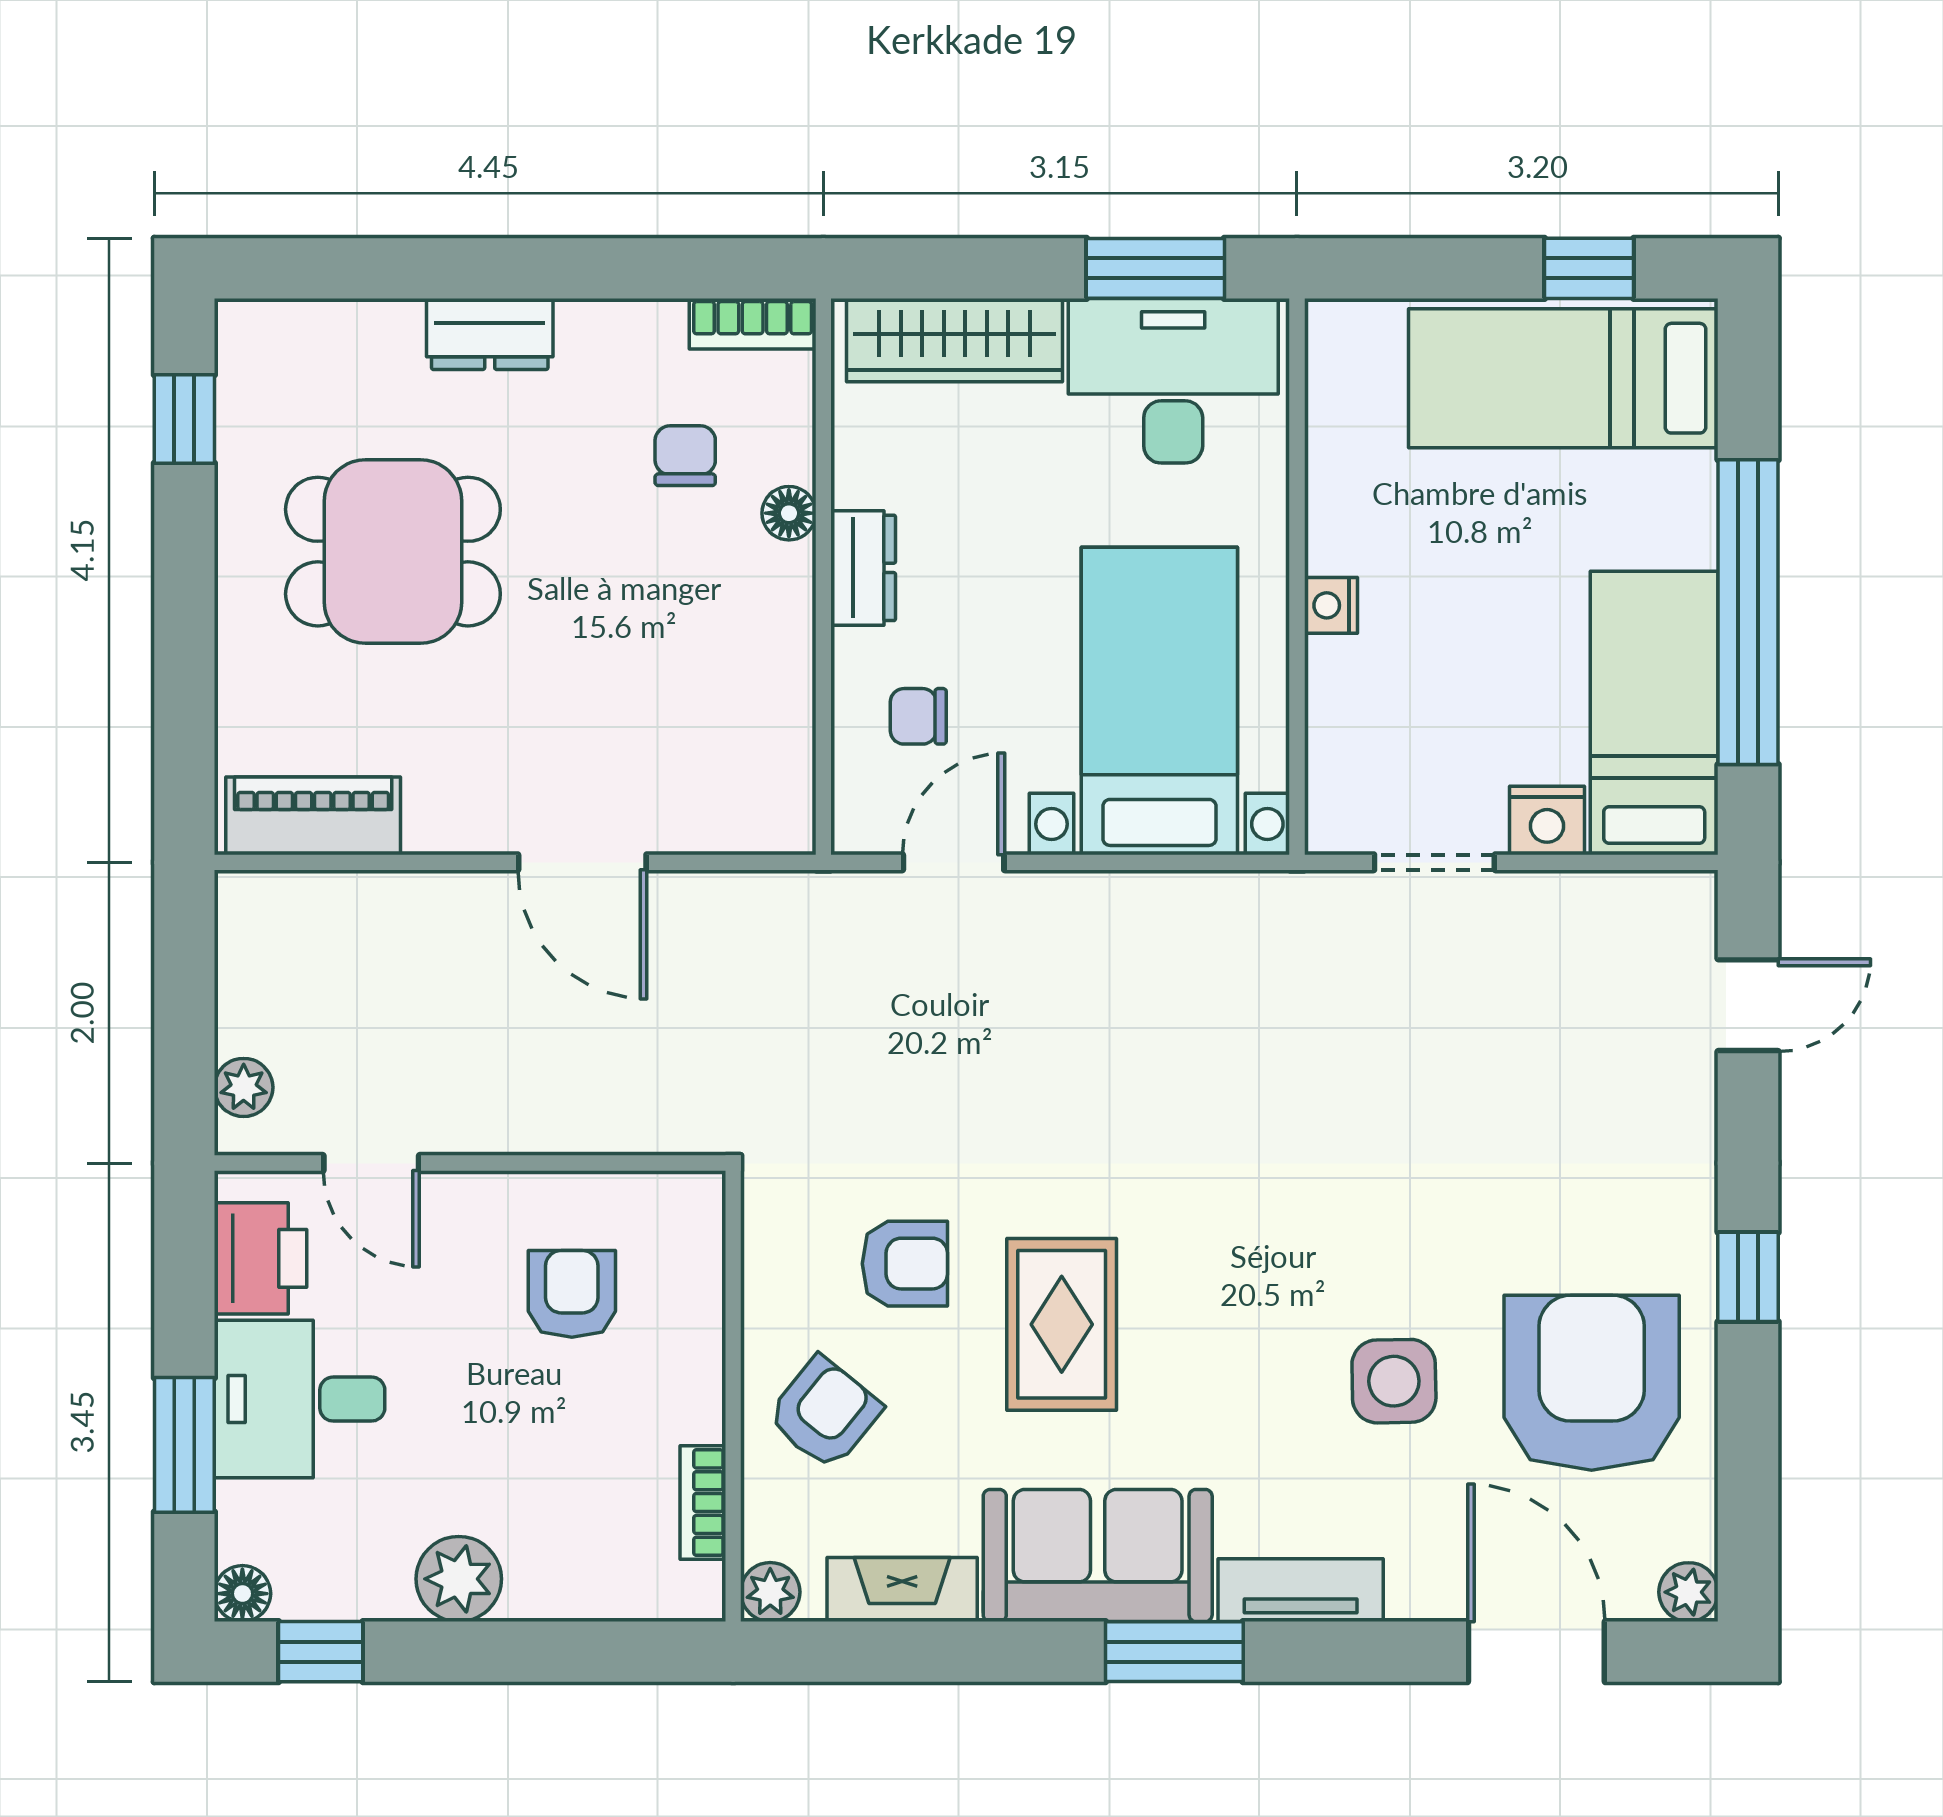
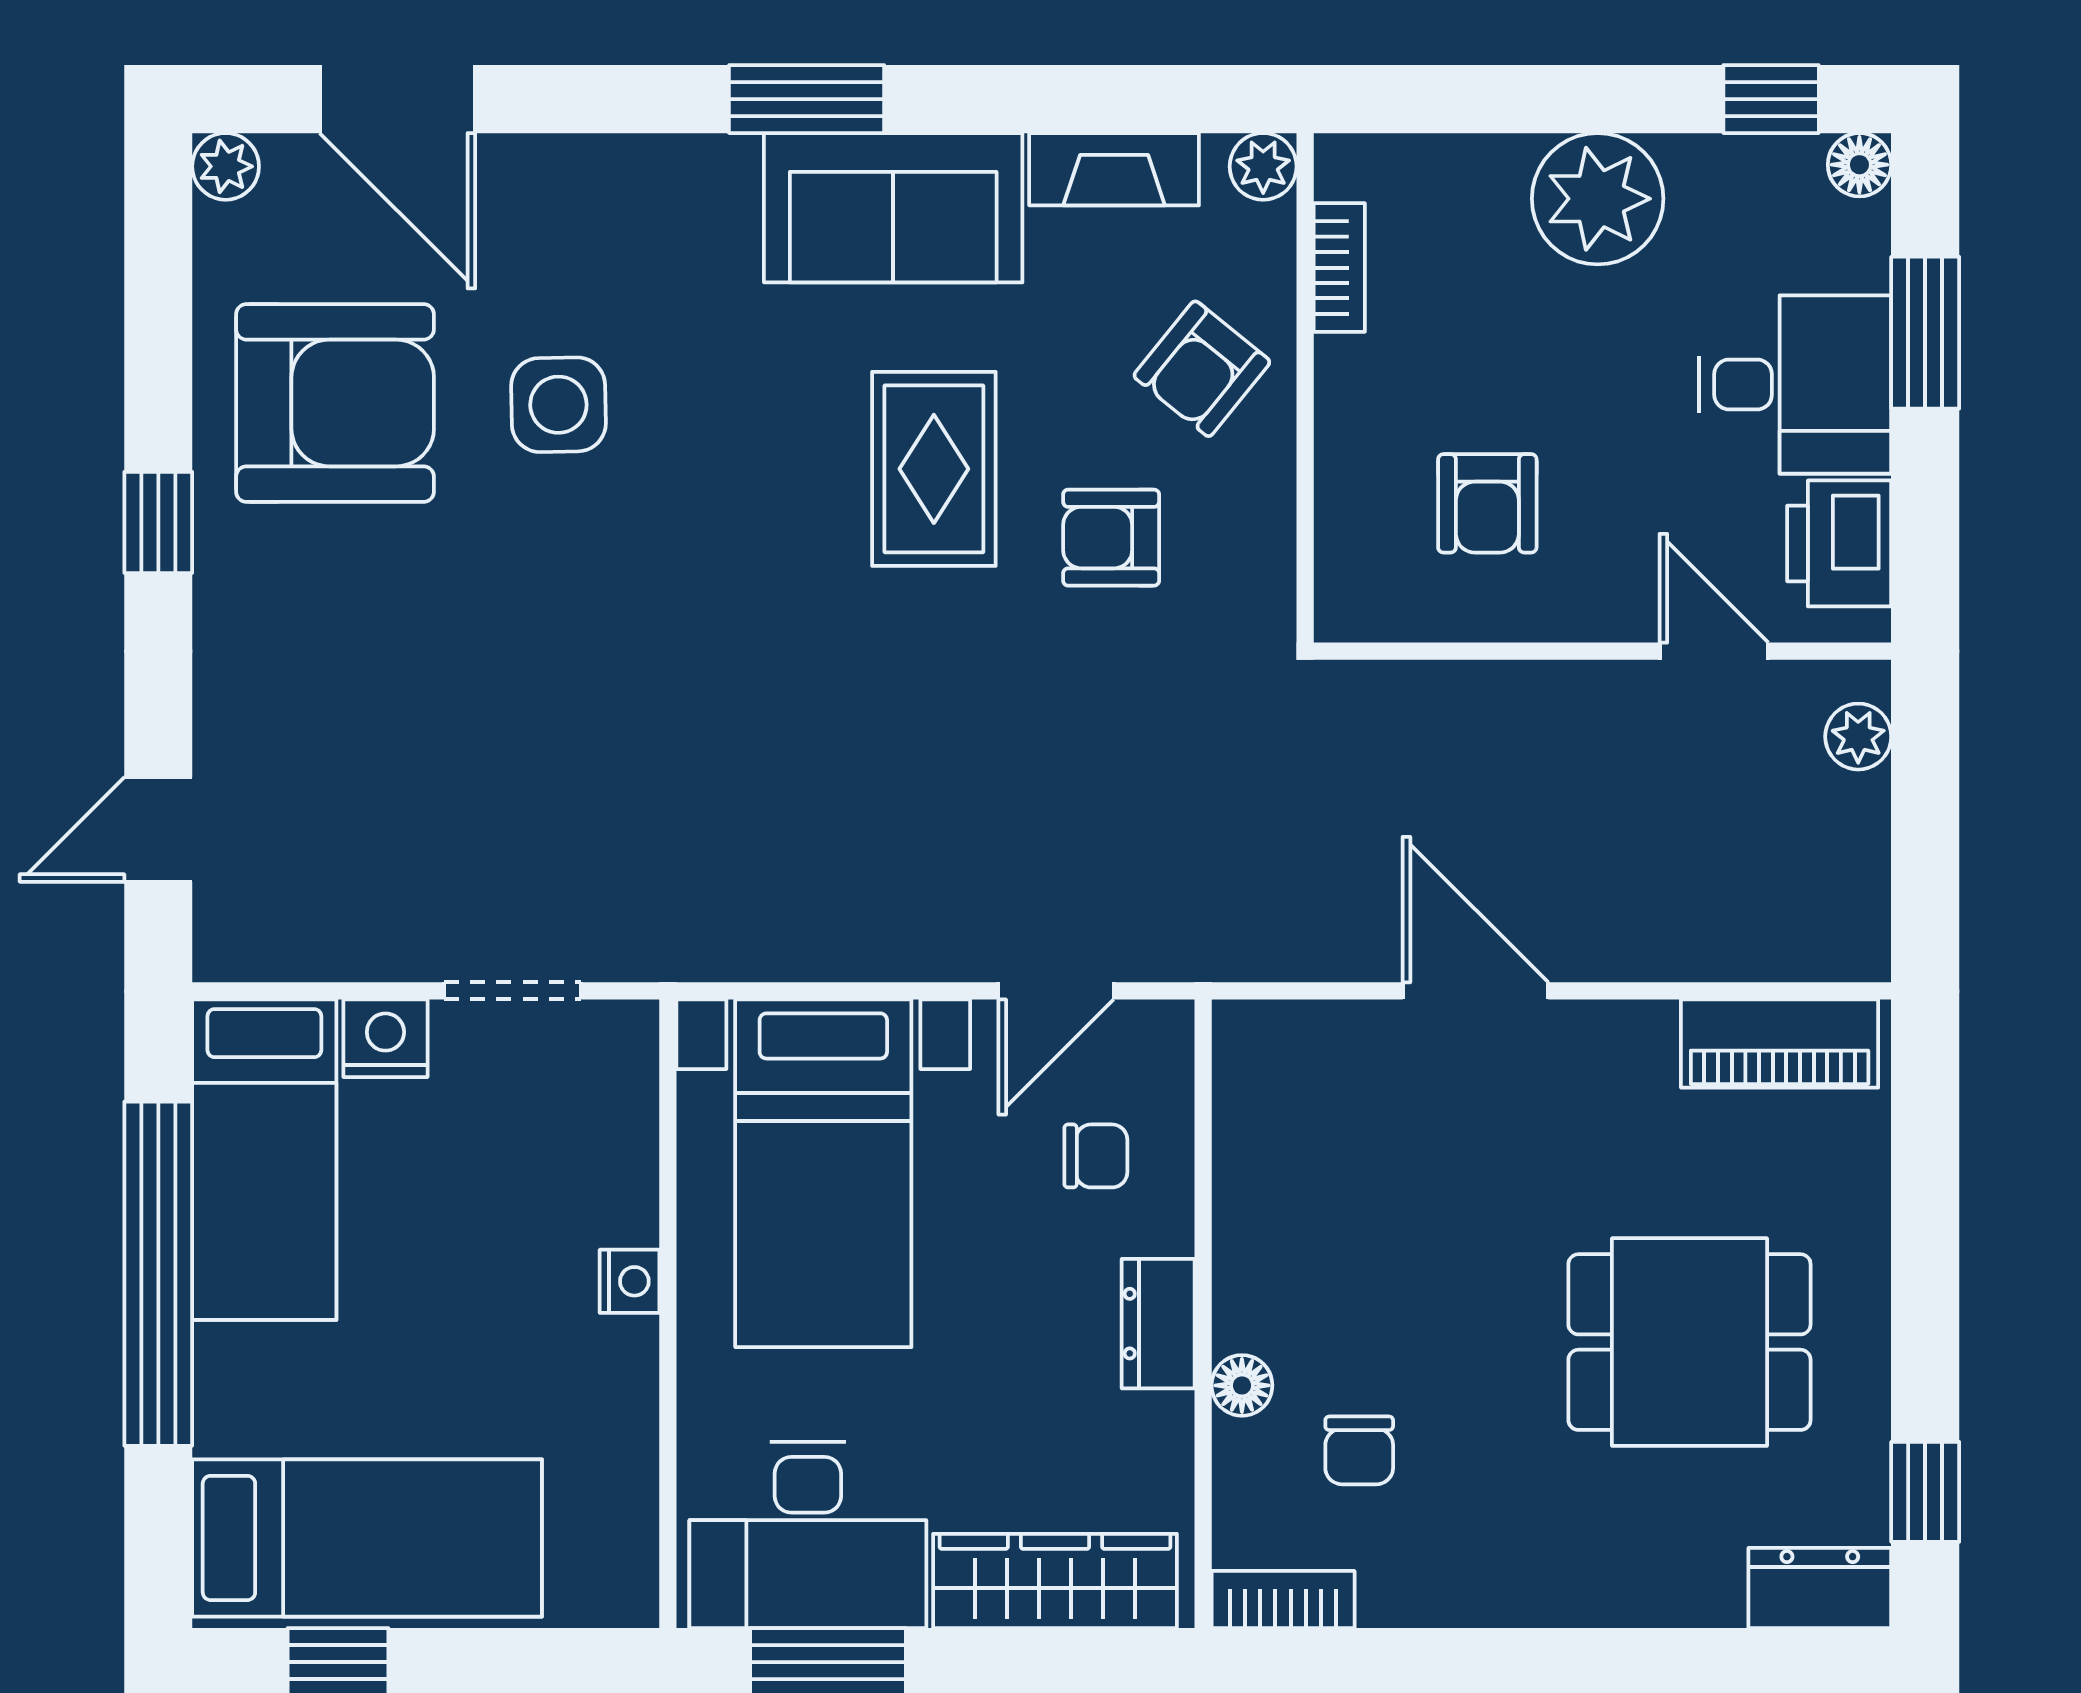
dresser: (490, 334) -> (1820, 1588), moved
armchair: (1592, 1383) -> (335, 403), turned -90
plant: (459, 1579) -> (1598, 199), width x1.36, depth x1.36
tv unit: (1301, 1590) -> (664, 169), removed

